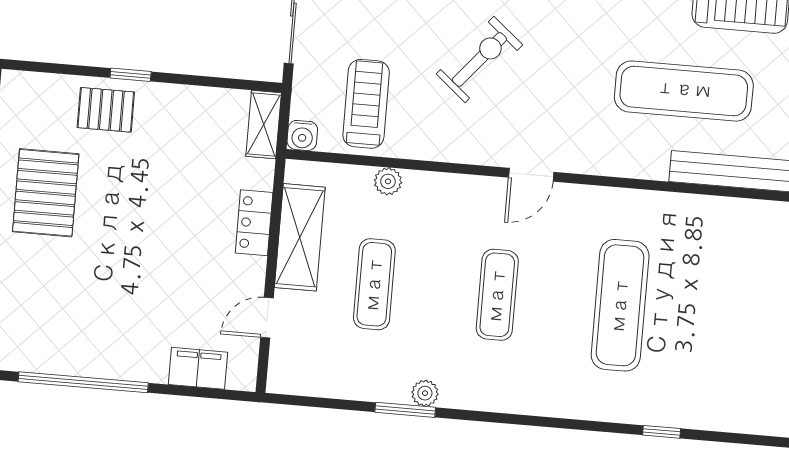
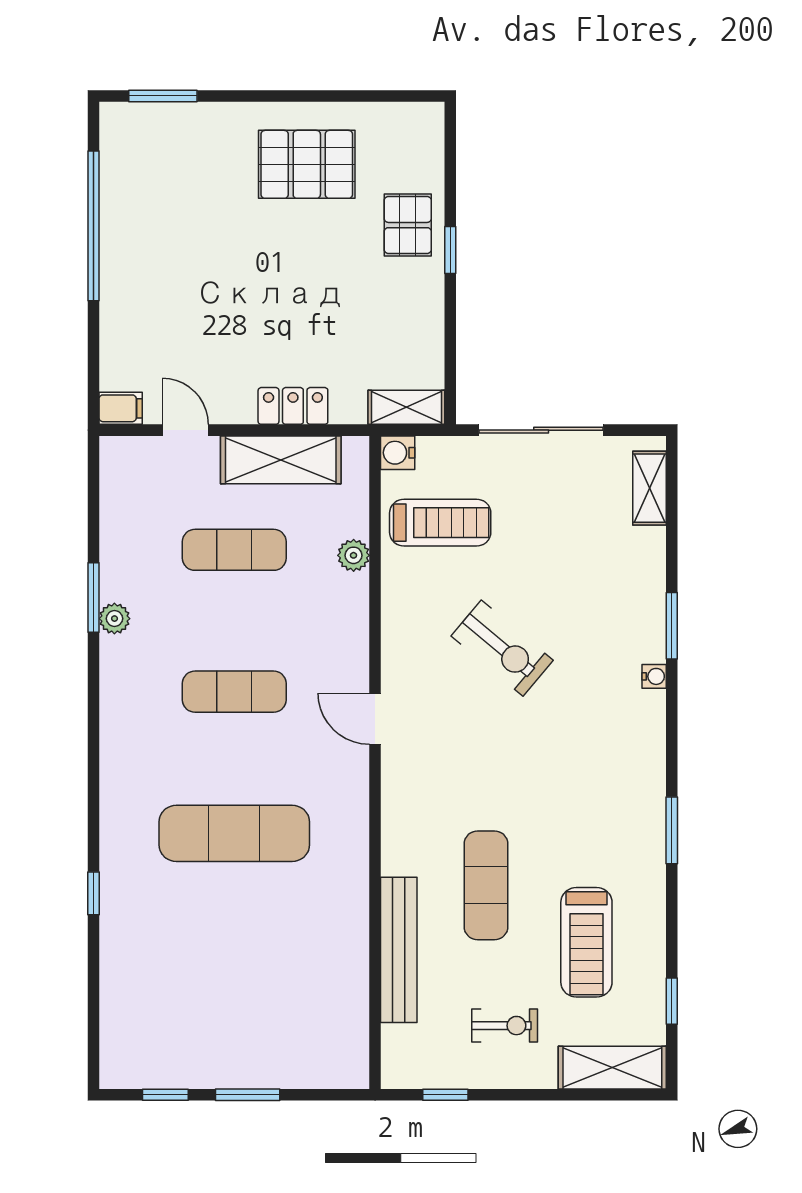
exercise mat: (684, 91) -> (486, 885), width x0.73, depth x0.69
filing cabinet: (198, 368) -> (121, 408), moved, width x0.50

